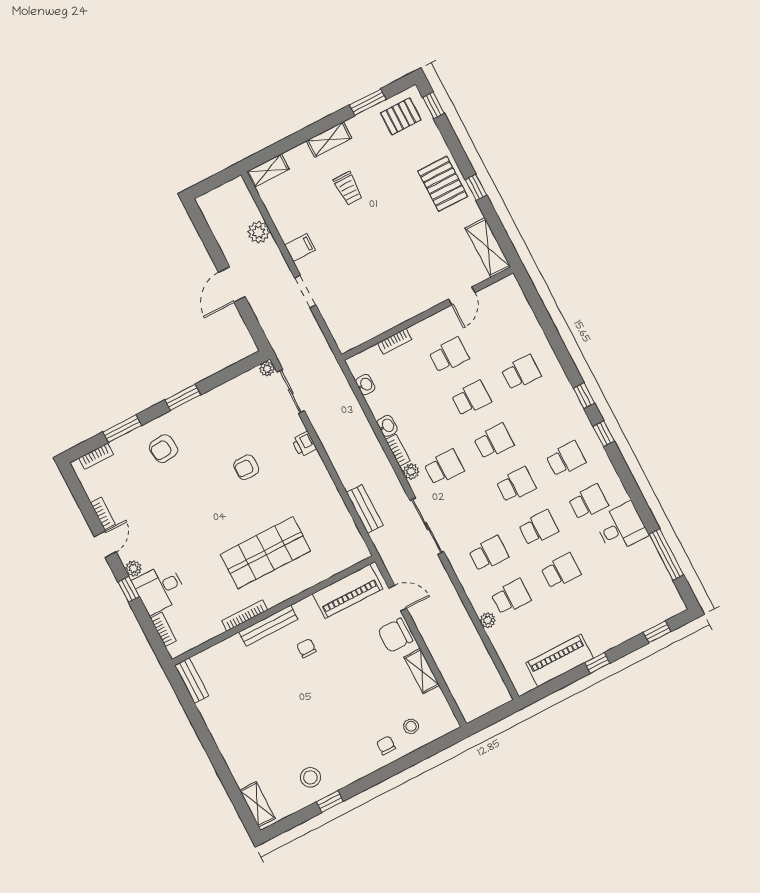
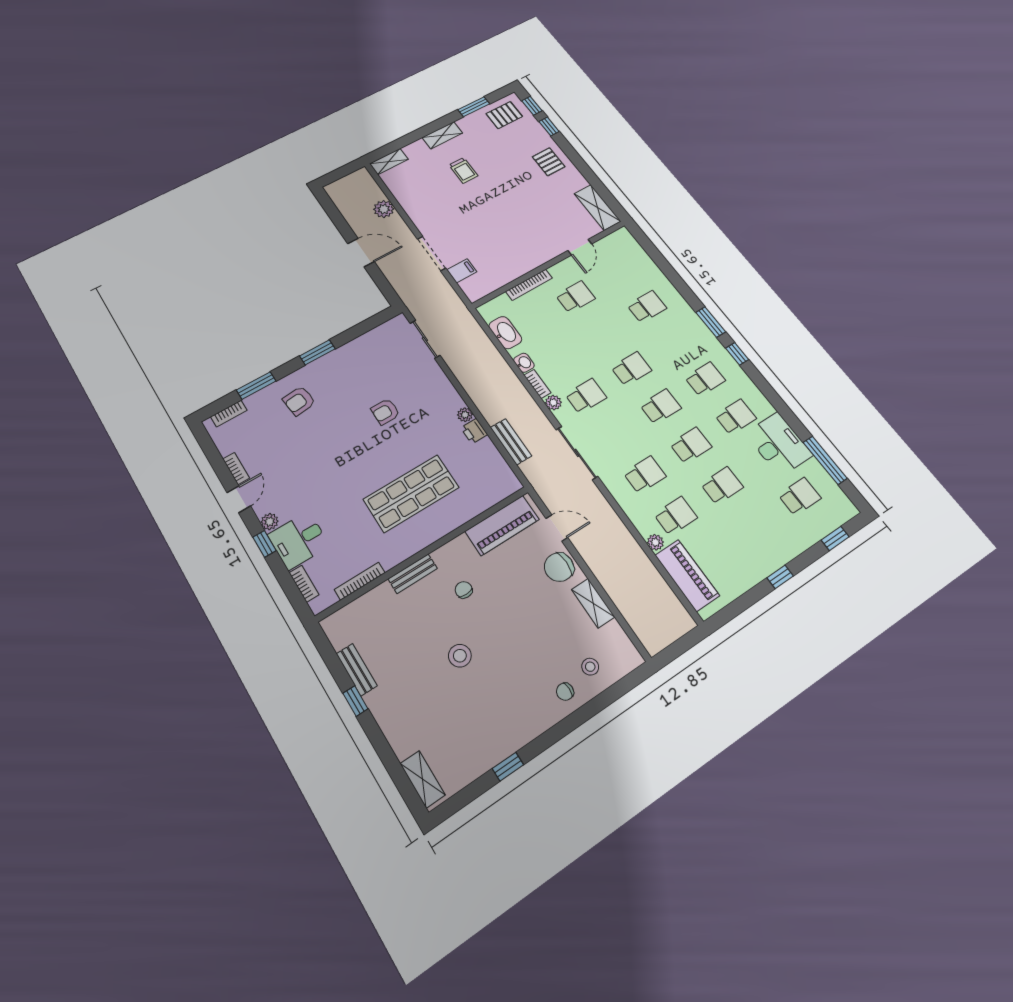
pallet: (443, 184) -> (549, 162), width x0.67, depth x0.71
window: (476, 187) -> (549, 126), moved
filing cabinet: (300, 248) -> (462, 271), moved
door: (232, 284) -> (361, 253), swing flipped
doorway: (305, 291) -> (432, 254), width x1.38
bookcase: (395, 341) -> (529, 285), width x1.56
plant: (267, 369) -> (465, 415), moved
washbasin: (365, 385) -> (505, 333), width x1.91, depth x1.45
window: (584, 396) -> (711, 322), width x1.50
school desk: (471, 398) -> (800, 497), moved
printer: (304, 444) -> (474, 431), moved
desk: (621, 527) -> (779, 444), width x1.37
bookcase: (245, 615) -> (360, 581), moved
bench: (268, 626) -> (413, 574), width x0.73
piano: (560, 661) -> (687, 575), moved, turned 90
bench: (192, 680) -> (357, 670), moved
window: (205, 736) -> (355, 701), added
chair: (386, 745) -> (565, 692), turned -90
stool: (310, 777) -> (460, 656), moved

